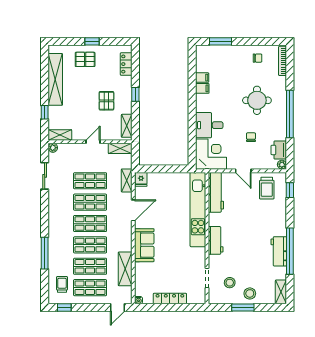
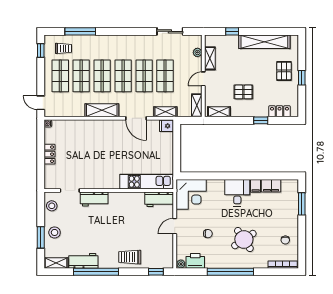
filing cabinet: (202, 78) -> (271, 186), width x2.00
window: (135, 94) -> (261, 120), moved
round table: (257, 100) -> (244, 240), turned -34
desk: (209, 125) -> (237, 193), moved
shelving: (60, 135) -> (210, 58), moved
door: (93, 142) -> (203, 79), swing flipped
plant: (53, 148) -> (197, 52), moved
trolley: (267, 188) -> (130, 257), moved
workbench: (216, 192) -> (159, 199), width x0.73
kitchen unit: (198, 210) -> (147, 182), width x0.73
workbench: (216, 240) -> (94, 199), moved
sofa: (144, 245) -> (102, 129), removed
workbench: (279, 251) -> (83, 261), moved
window: (45, 253) -> (80, 31), moved
shelving: (125, 269) -> (102, 110), moved
stool: (230, 283) -> (52, 206), moved
locker: (170, 299) -> (50, 154), width x0.66
window: (243, 308) -> (41, 237), moved

